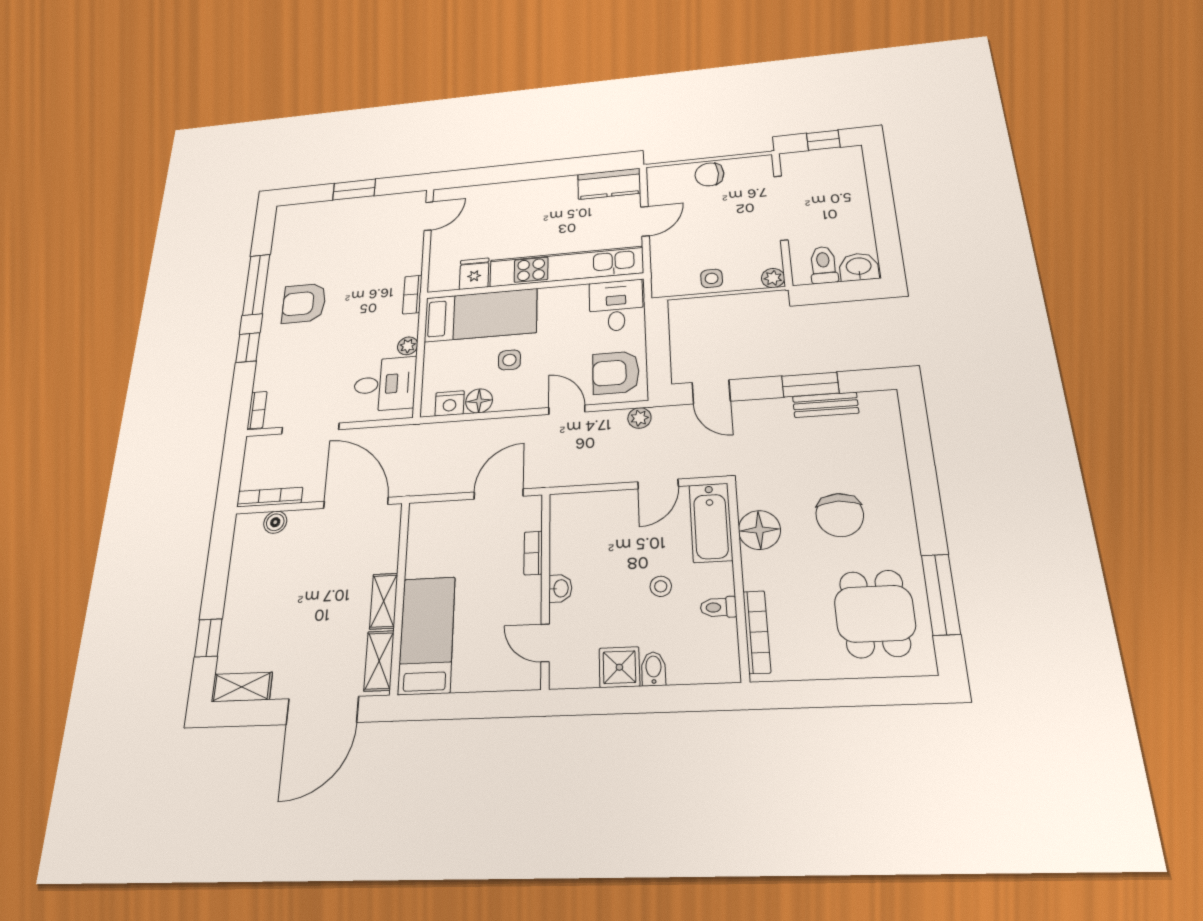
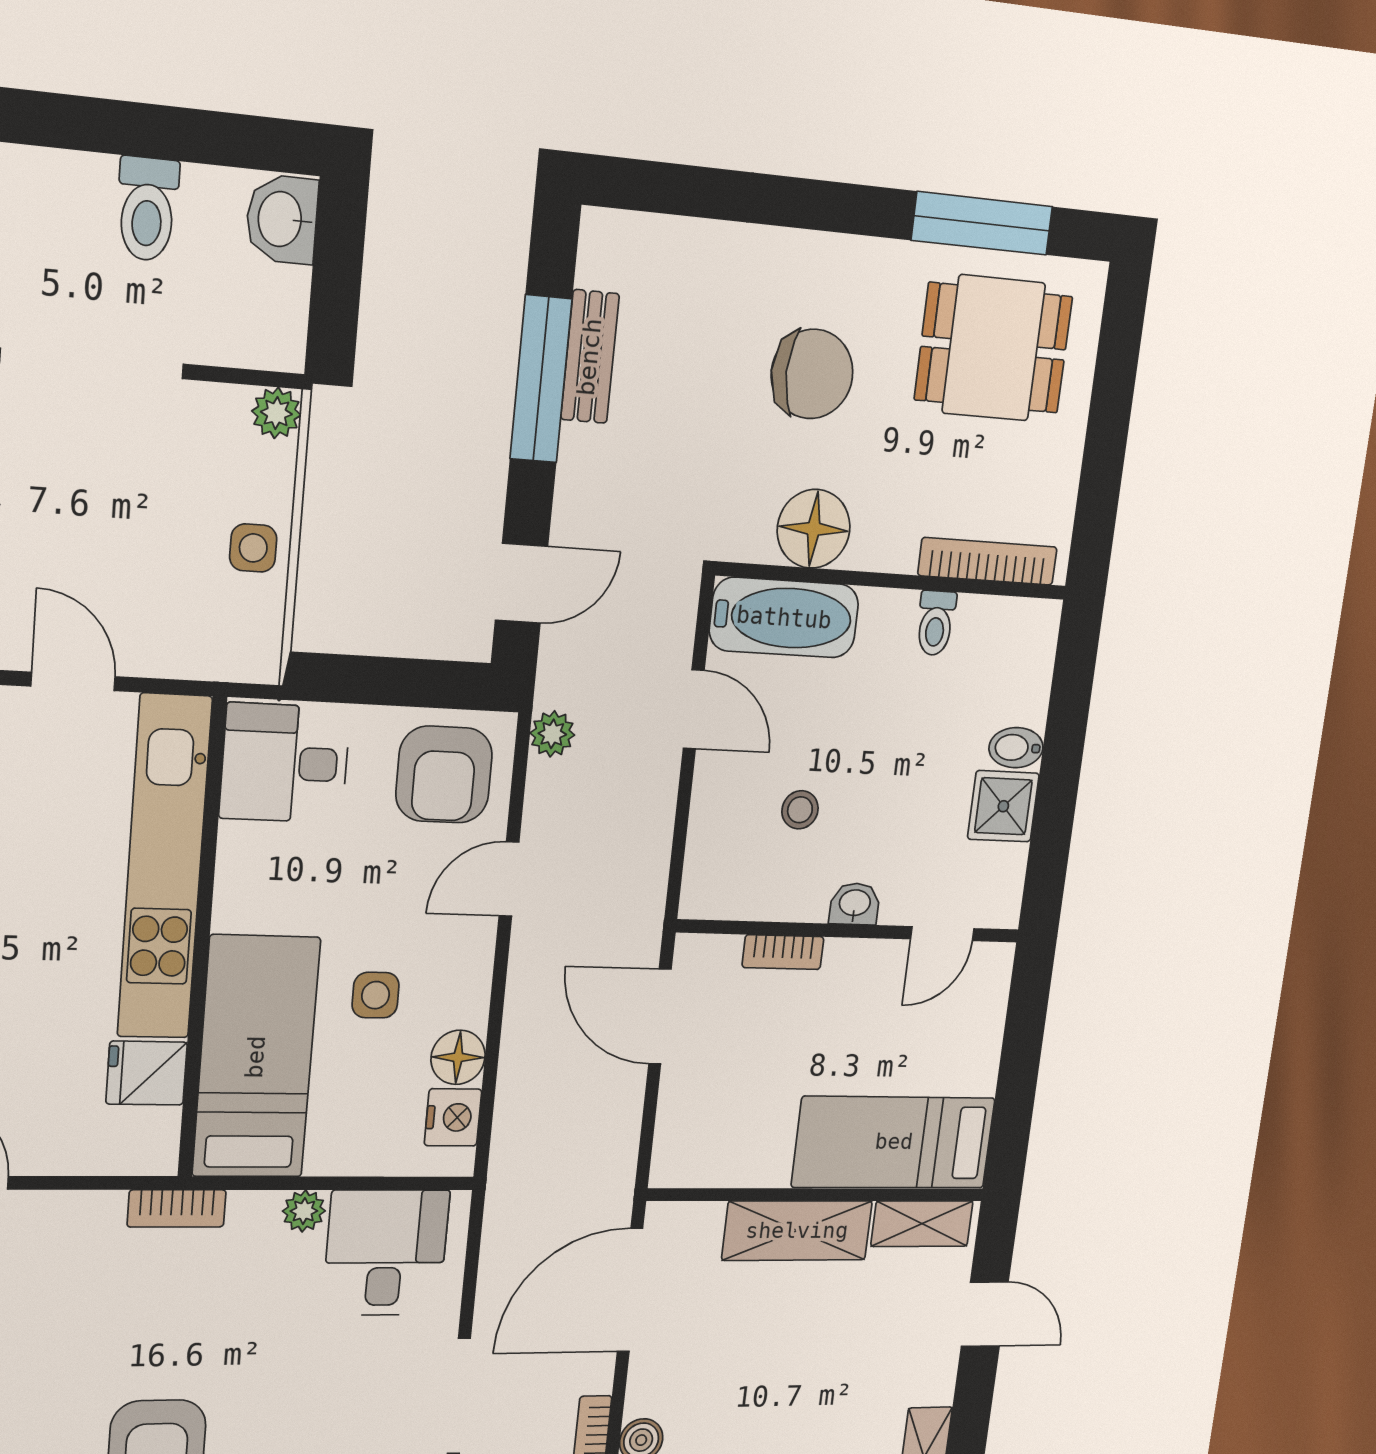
toilet: (823, 265) -> (147, 209), moved, turned -90
window: (810, 385) -> (541, 379), width x1.44
stool: (661, 586) -> (800, 810), moved
shelving: (384, 601) -> (797, 1231), width x1.50, depth x1.33
door: (322, 711) -> (985, 1314), width x0.53

